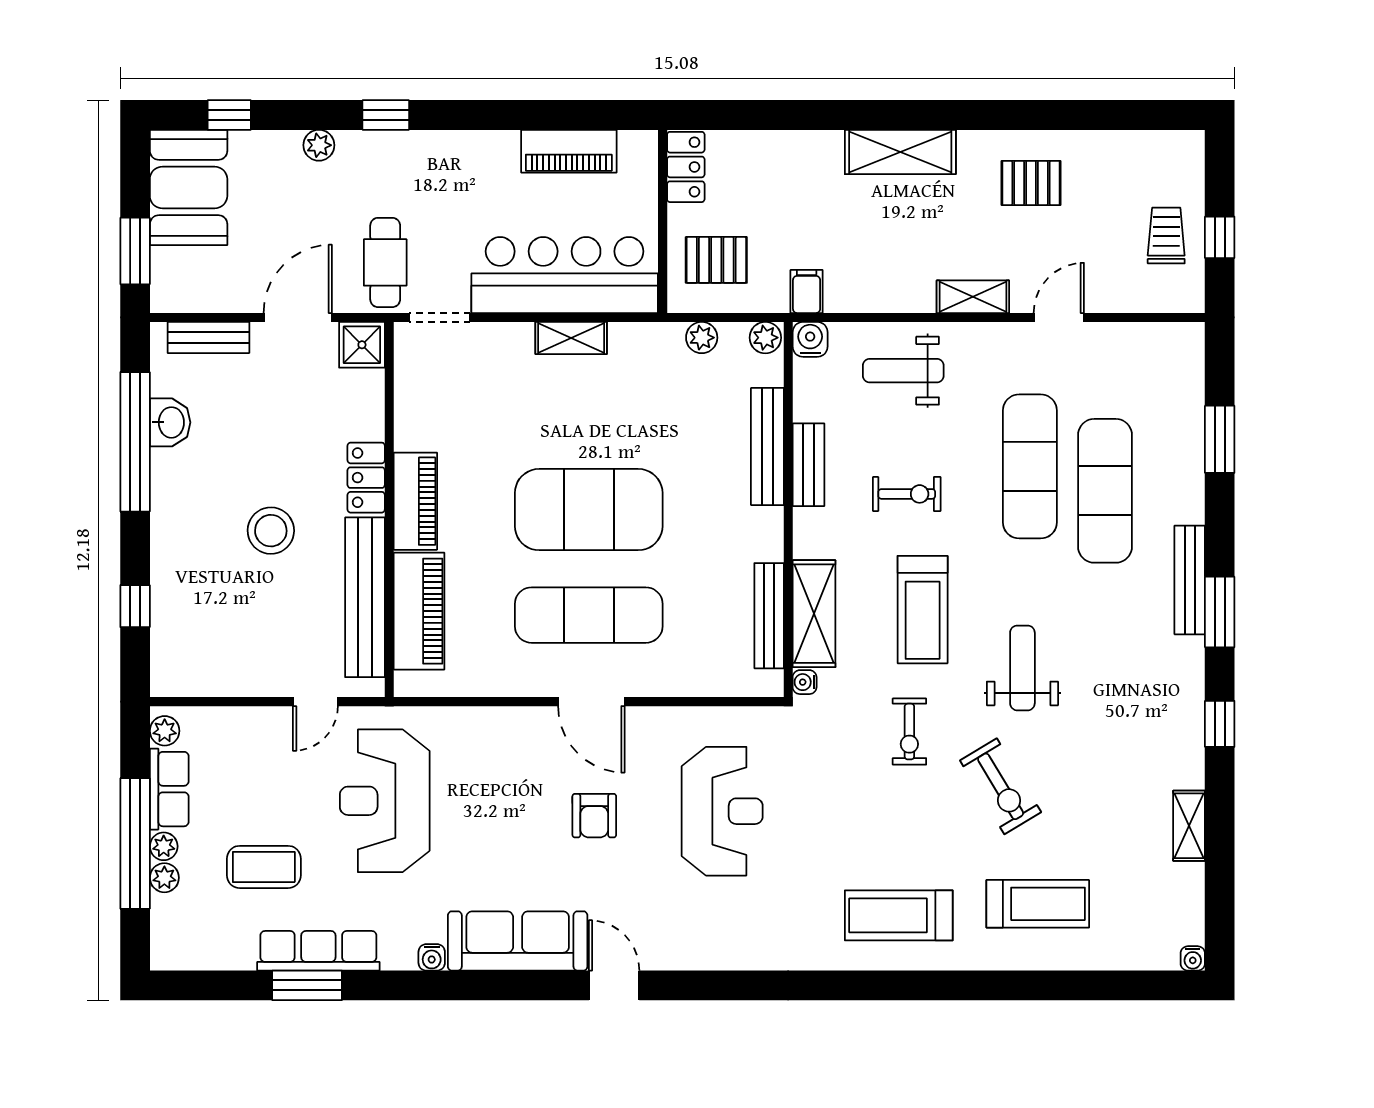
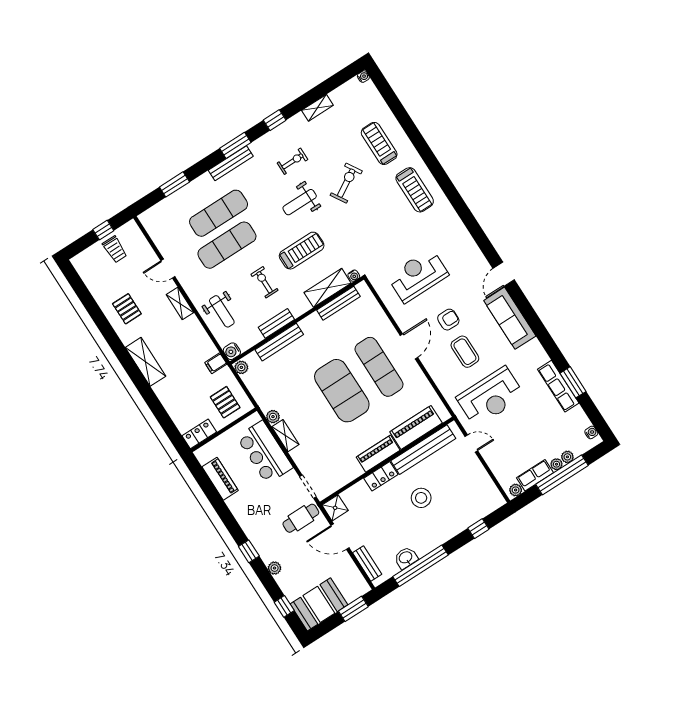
trolley: (1166, 235) -> (115, 249), turned -90
bar counter: (565, 275) -> (265, 452), width x0.73
plant: (702, 338) -> (273, 417), moved
exercise bike: (909, 732) -> (293, 161), moved
coffee table: (264, 867) -> (465, 352), moved
water cooler: (432, 957) -> (591, 432), moved

